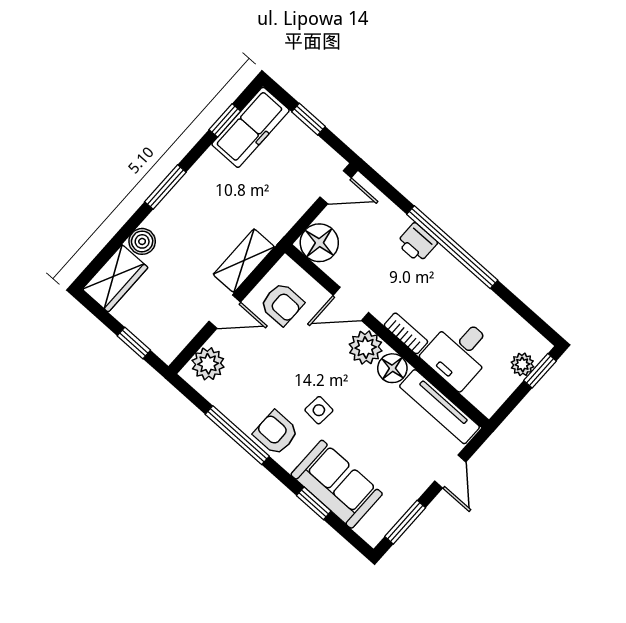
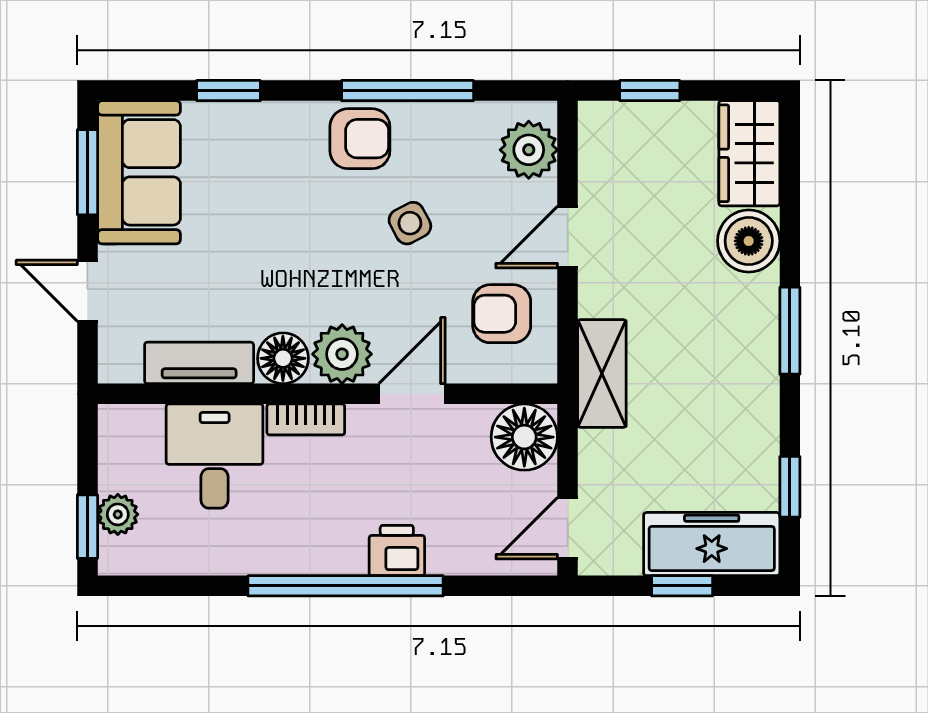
freezer: (251, 127) -> (712, 544), moved, turned 90
boiler: (142, 241) -> (749, 241), width x1.36, depth x1.36
shelving: (244, 261) -> (602, 374), moved
tv unit: (440, 407) -> (199, 363), width x0.71
side table: (319, 410) -> (410, 223), moved, turned -33
sofa: (337, 484) -> (139, 172), moved, turned -90

